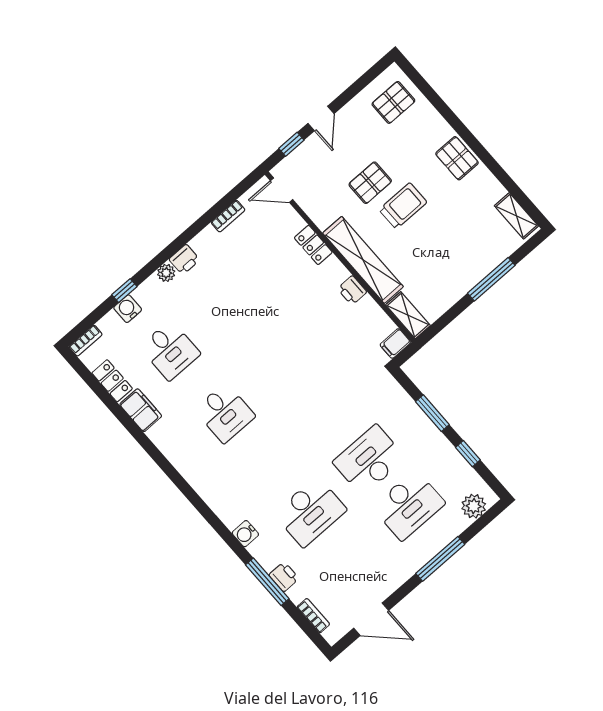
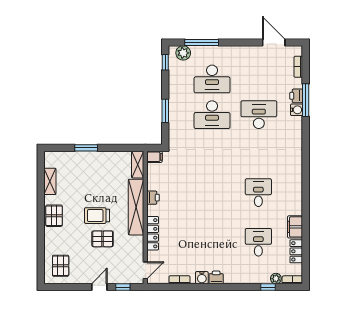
pallet: (393, 102) -> (61, 266), turned 90
door: (281, 190) -> (145, 270), hinge flipped
shelving: (516, 216) -> (50, 181), moved
locker: (313, 245) -> (153, 233), width x1.53
plant: (166, 273) -> (276, 279), moved
window: (491, 279) -> (86, 148), width x0.69
window: (124, 291) -> (268, 287), moved
water cooler: (128, 309) -> (202, 278), moved
window: (468, 454) -> (165, 62), moved
desk: (409, 505) -> (212, 79), turned 180
water cooler: (245, 534) -> (297, 110), moved
window: (440, 559) -> (202, 42), moved

